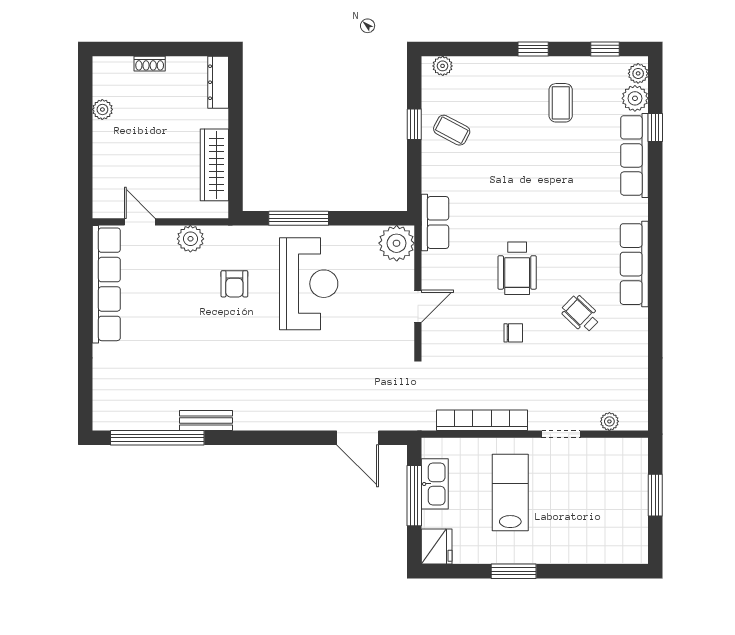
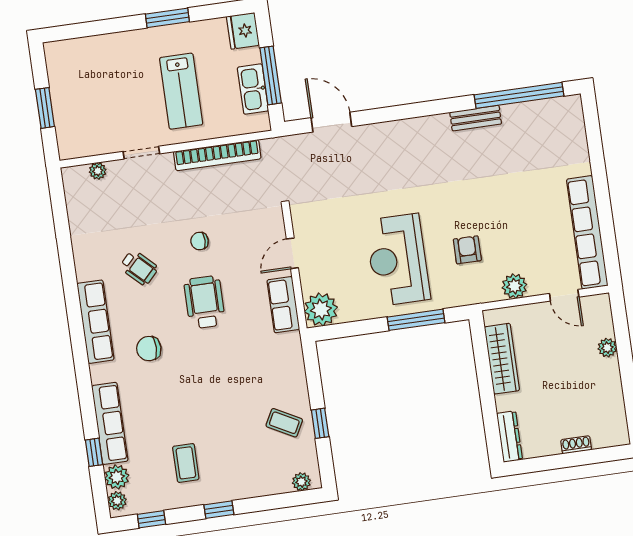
plant: (102, 109) -> (607, 348), moved
row of seats: (435, 222) -> (283, 305), moved
chair: (582, 228) -> (149, 349), added

